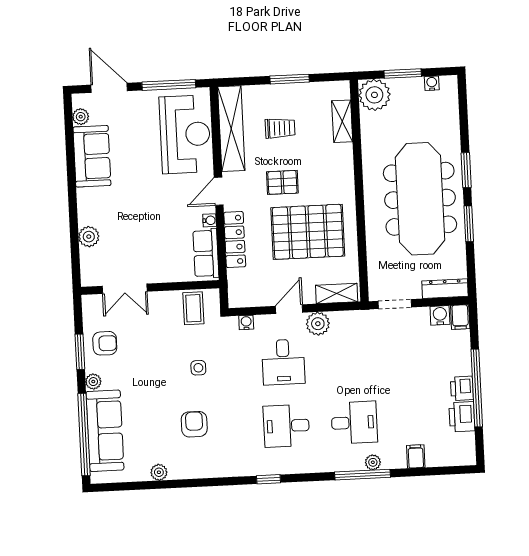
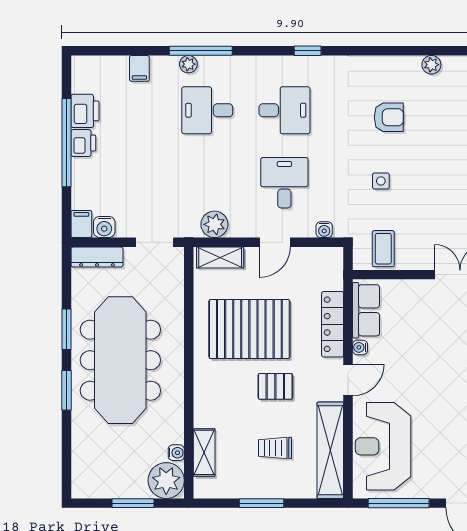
water cooler: (432, 83) -> (176, 453), moved, turned -90
plant: (318, 324) -> (214, 224), moved
armchair: (194, 424) -> (389, 117), turned -90

